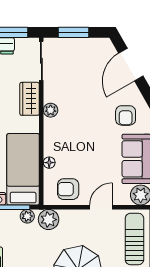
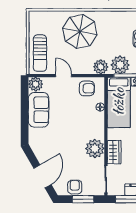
plant: (51, 110) -> (95, 149), width x1.87, depth x1.87
armchair: (126, 115) -> (75, 187), moved
door: (101, 207) -> (64, 76), swing flipped
plant: (27, 216) -> (120, 65), width x1.88, depth x1.88

